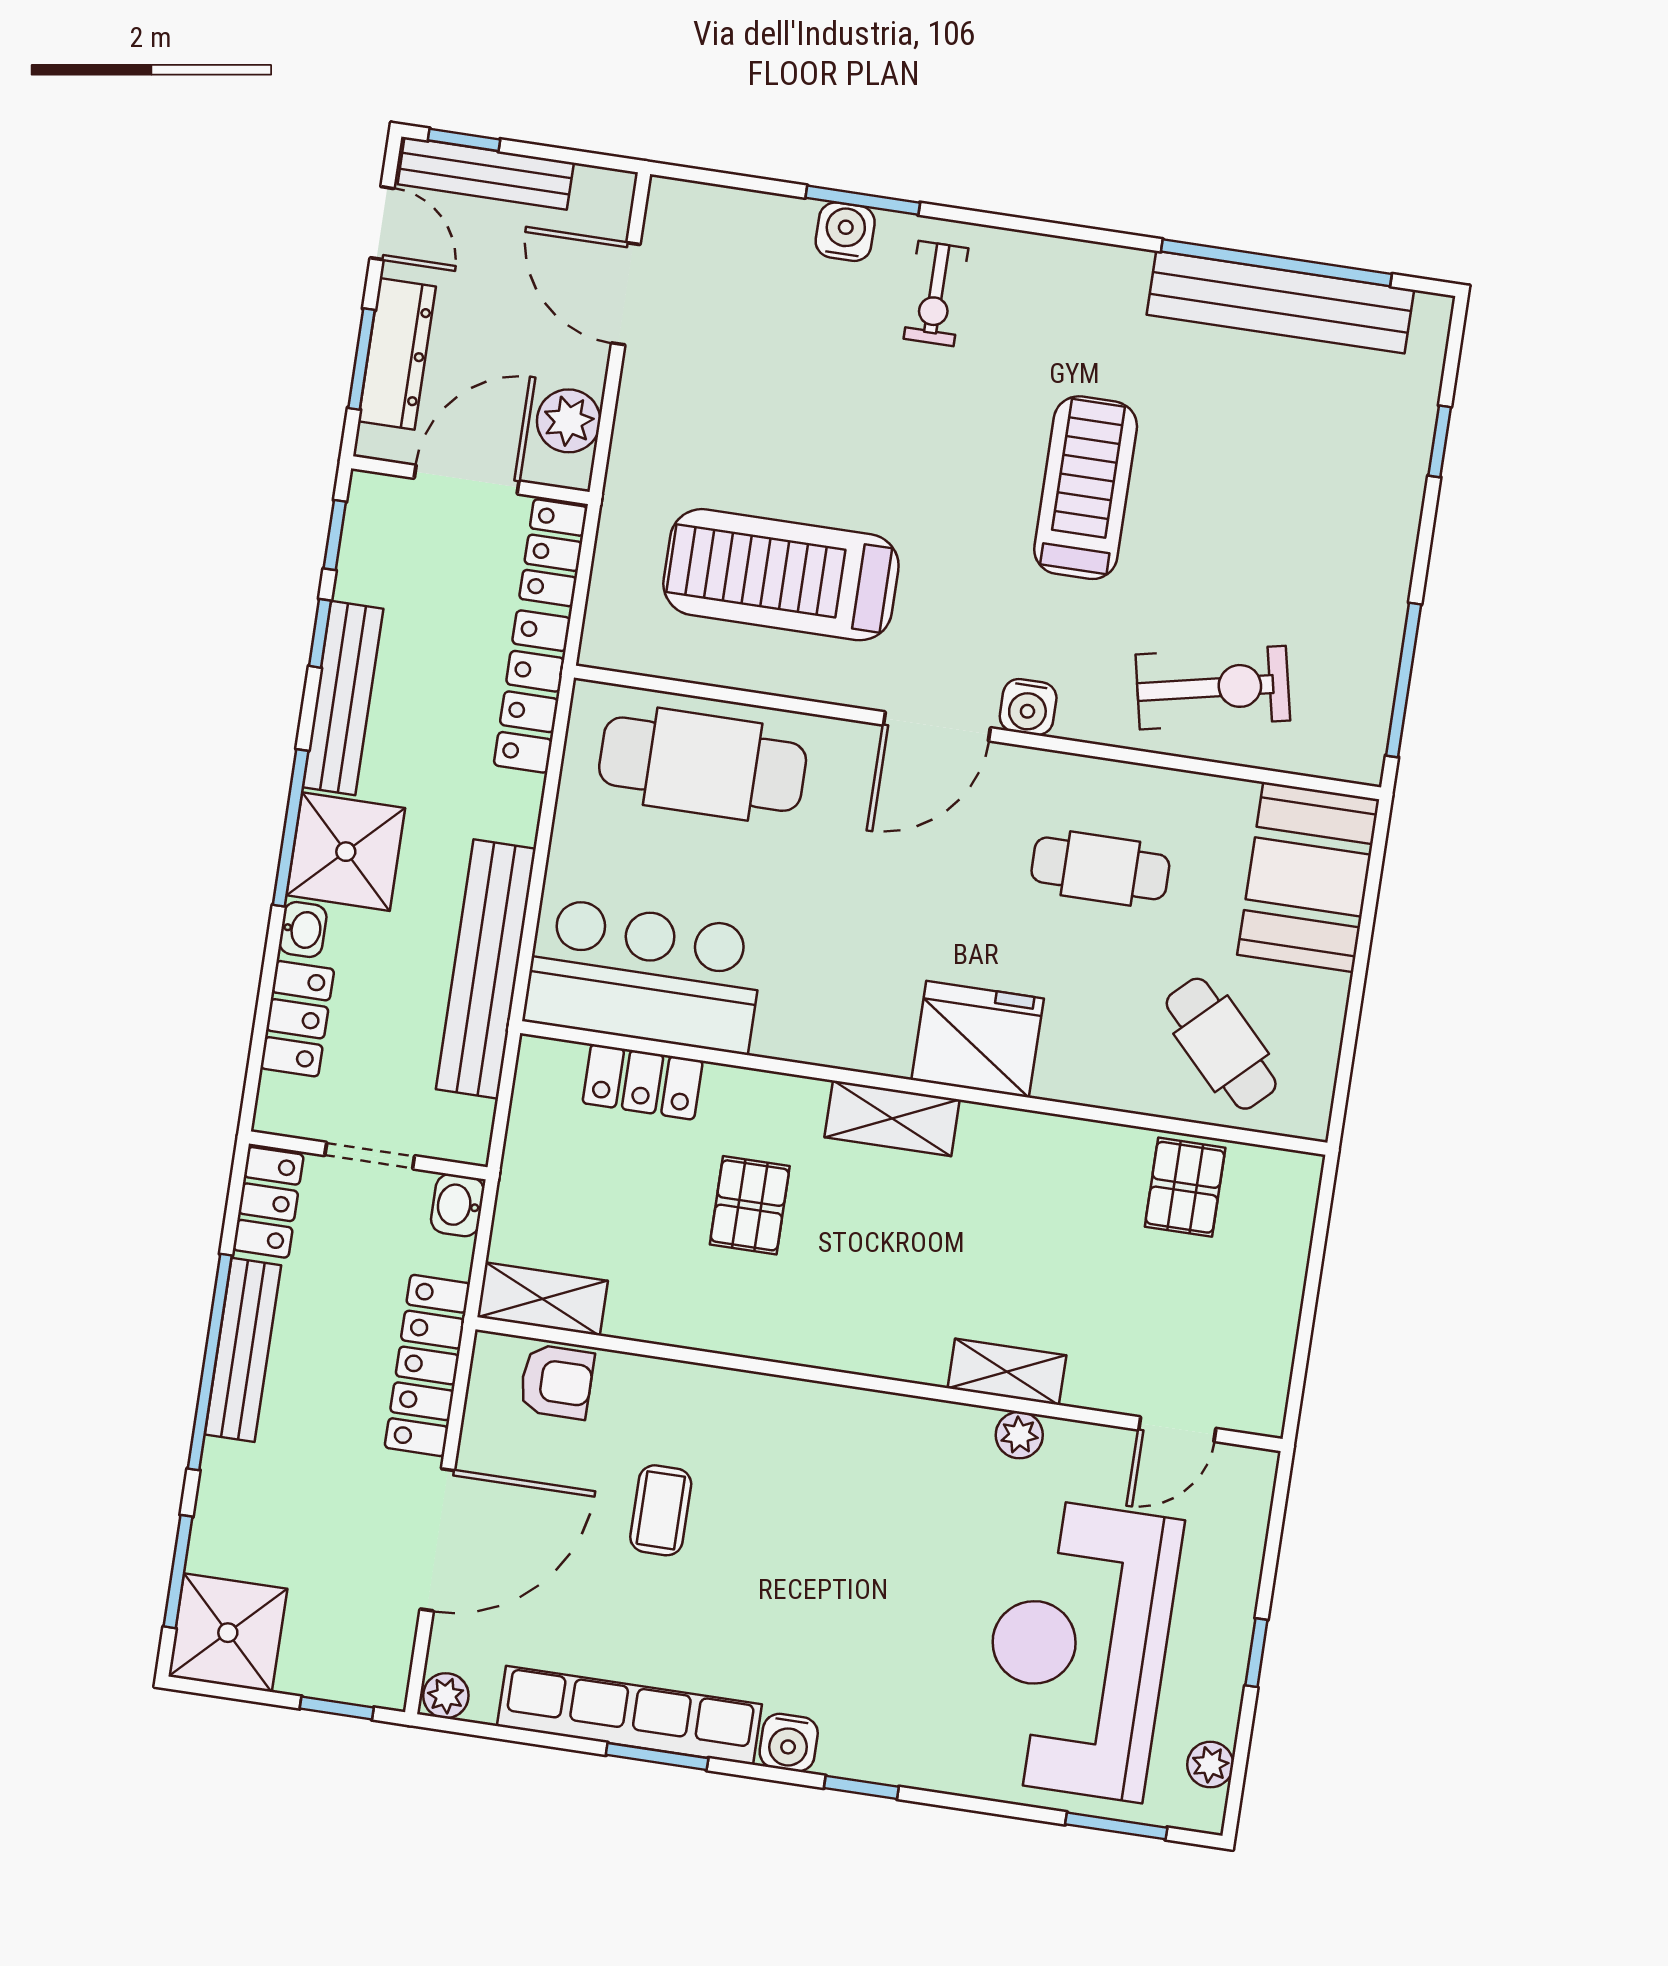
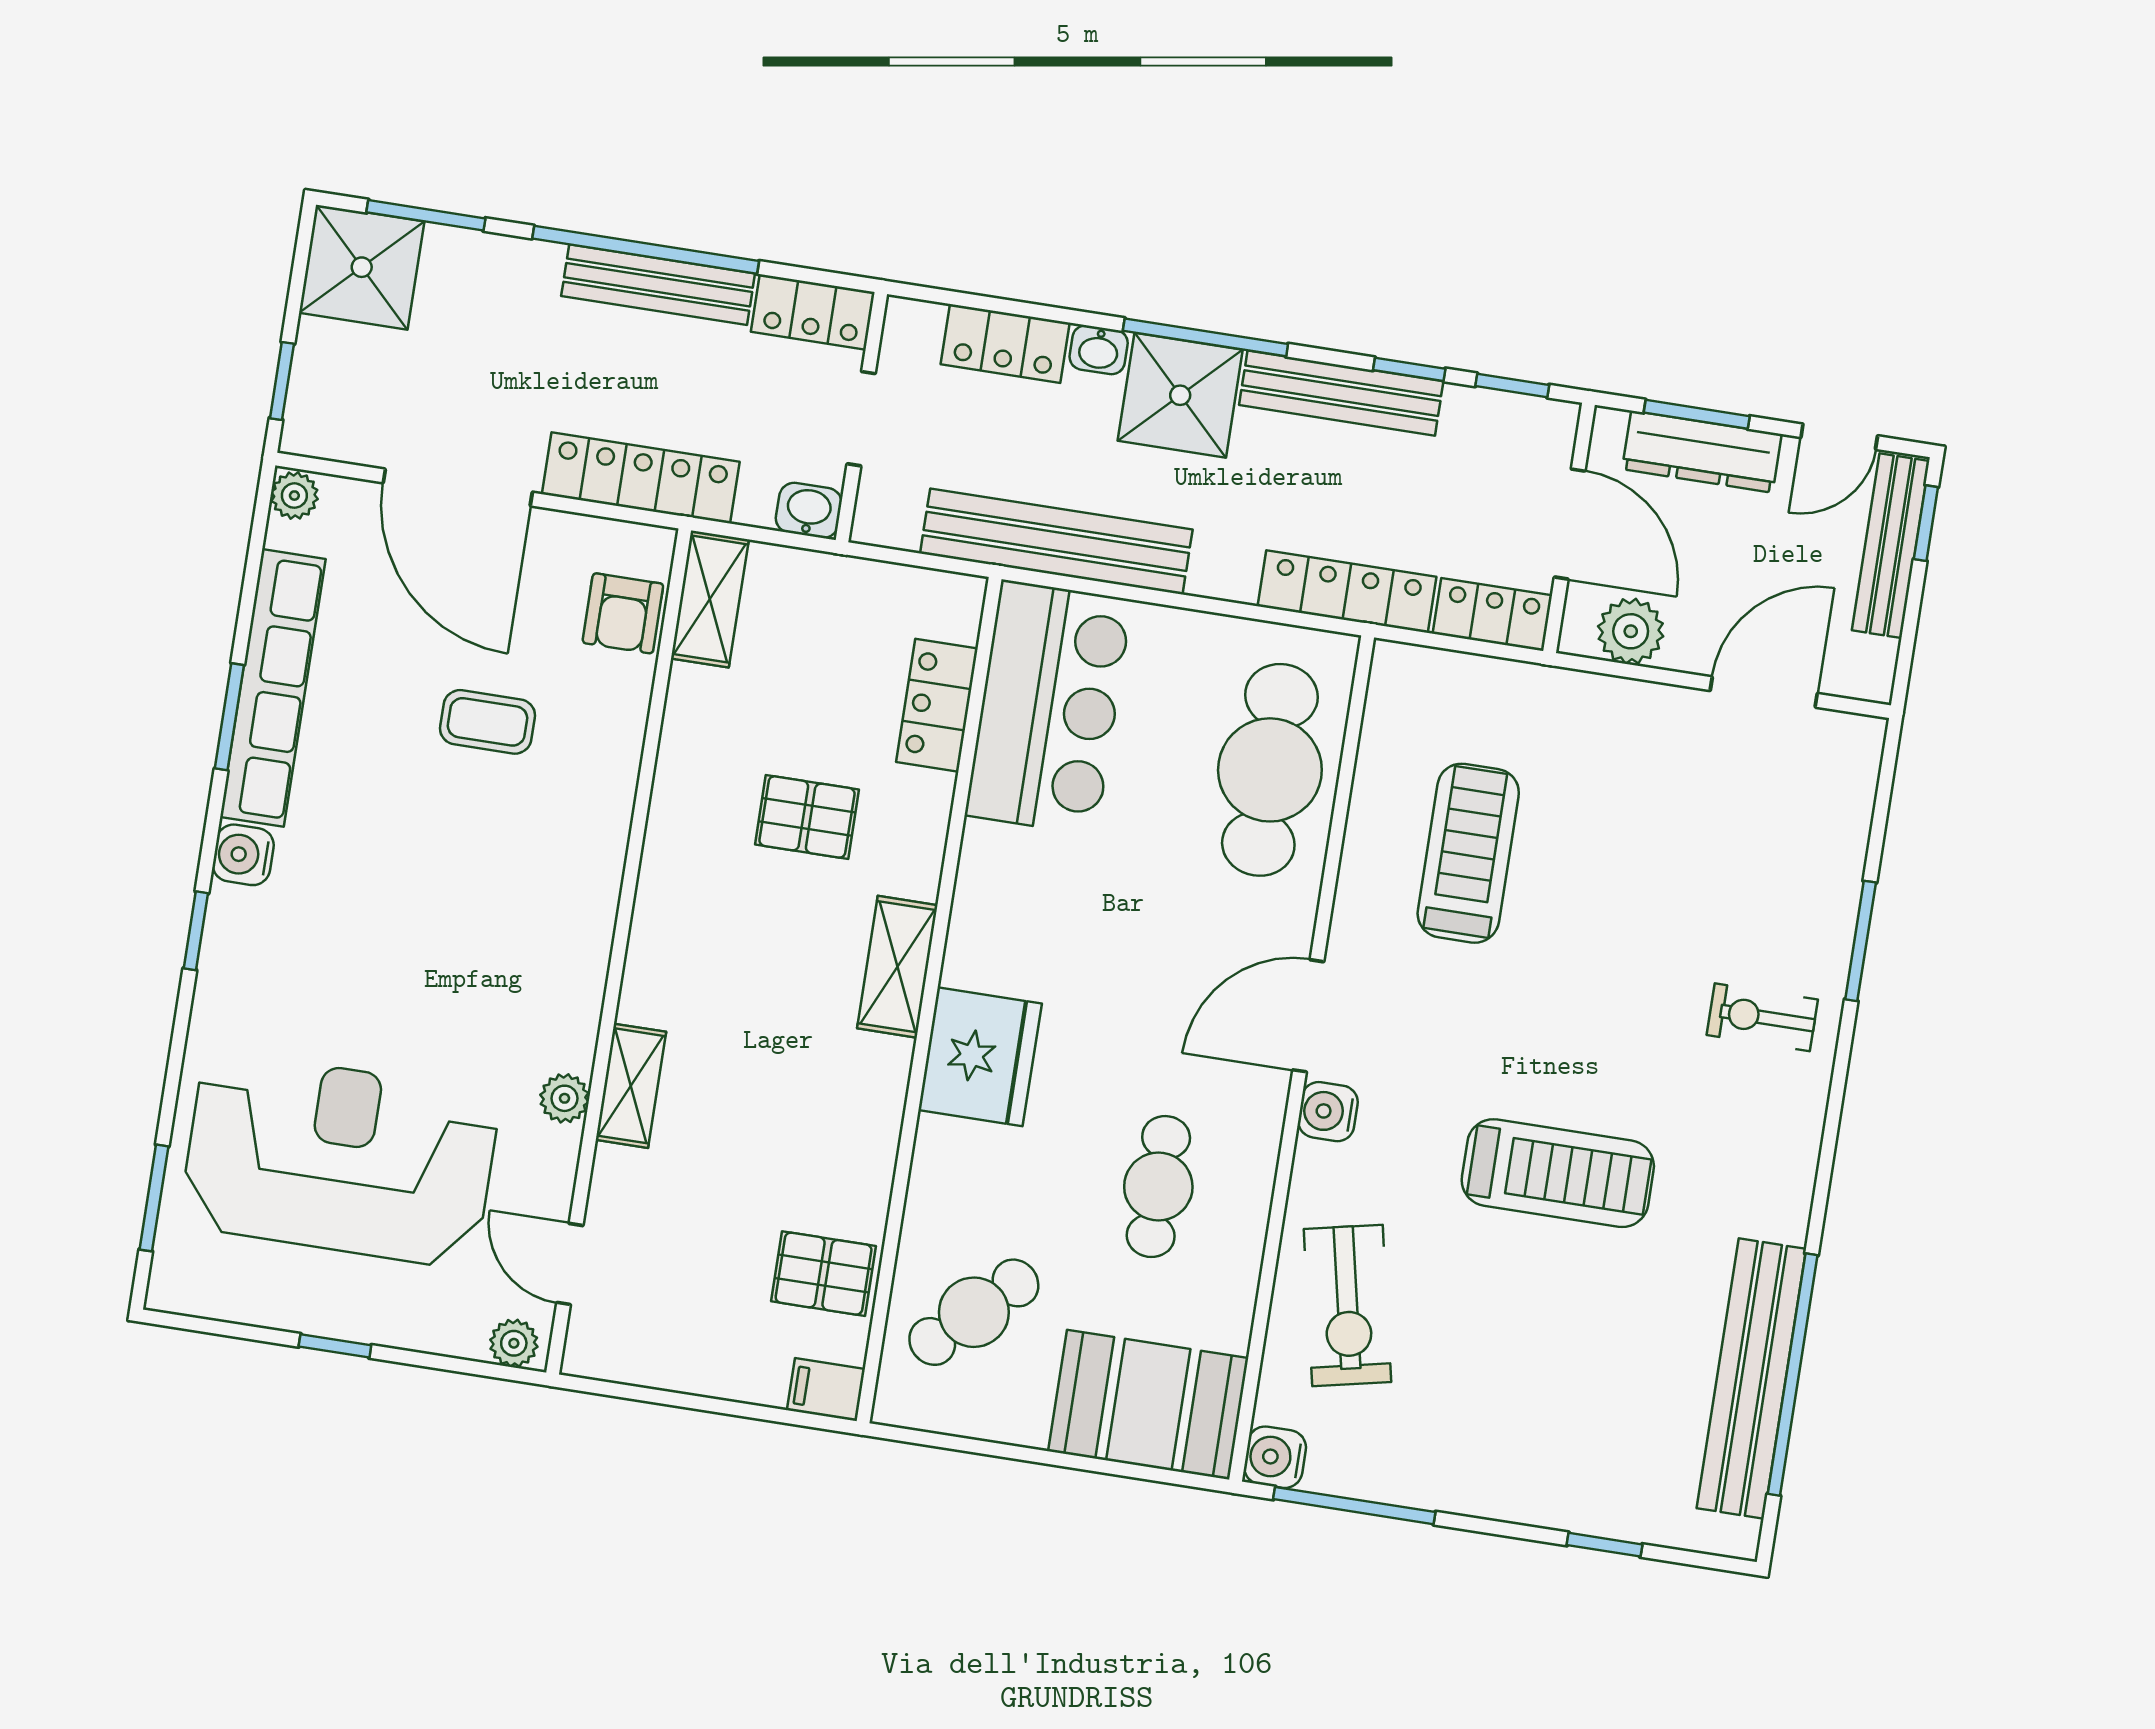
water cooler: (845, 232) -> (1275, 1457), moved, turned 180
treadmill: (781, 575) -> (1468, 853), width x0.73, depth x0.73
door: (937, 726) -> (1308, 1016), hinge flipped
filing cabinet: (1296, 1184) -> (826, 1390), added
plant: (1210, 1765) -> (514, 1343), moved

